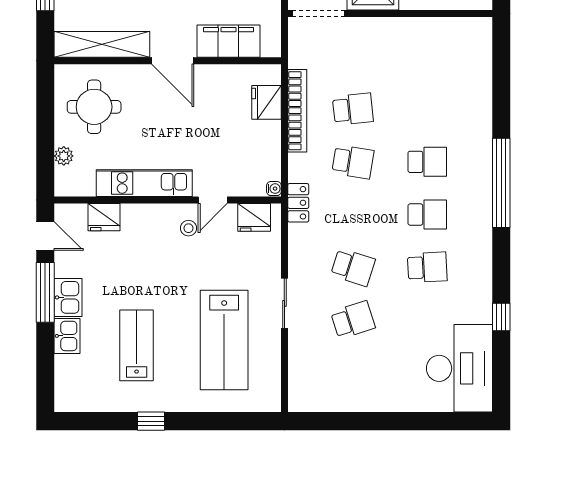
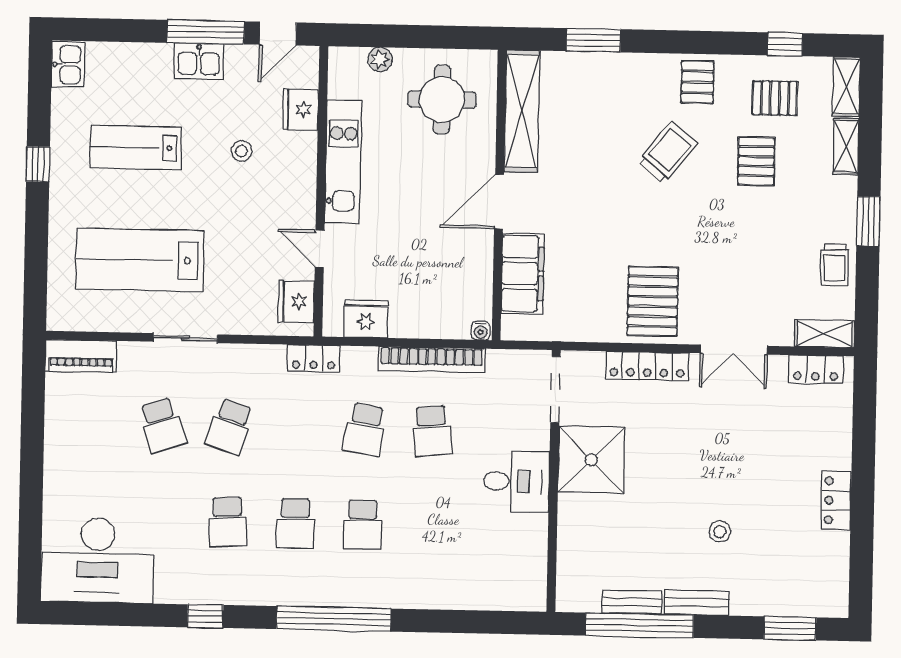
desk: (391, 42) -> (516, 481), added
fridge: (267, 102) -> (366, 319), moved
water cooler: (274, 189) -> (481, 331), moved
stool: (189, 228) -> (242, 151), moved
window: (501, 317) -> (205, 616), moved
kitchen sink: (67, 336) -> (68, 65), moved, turned -90
lab bench: (137, 345) -> (136, 148), turned 180
piano: (300, 384) -> (81, 356), added

